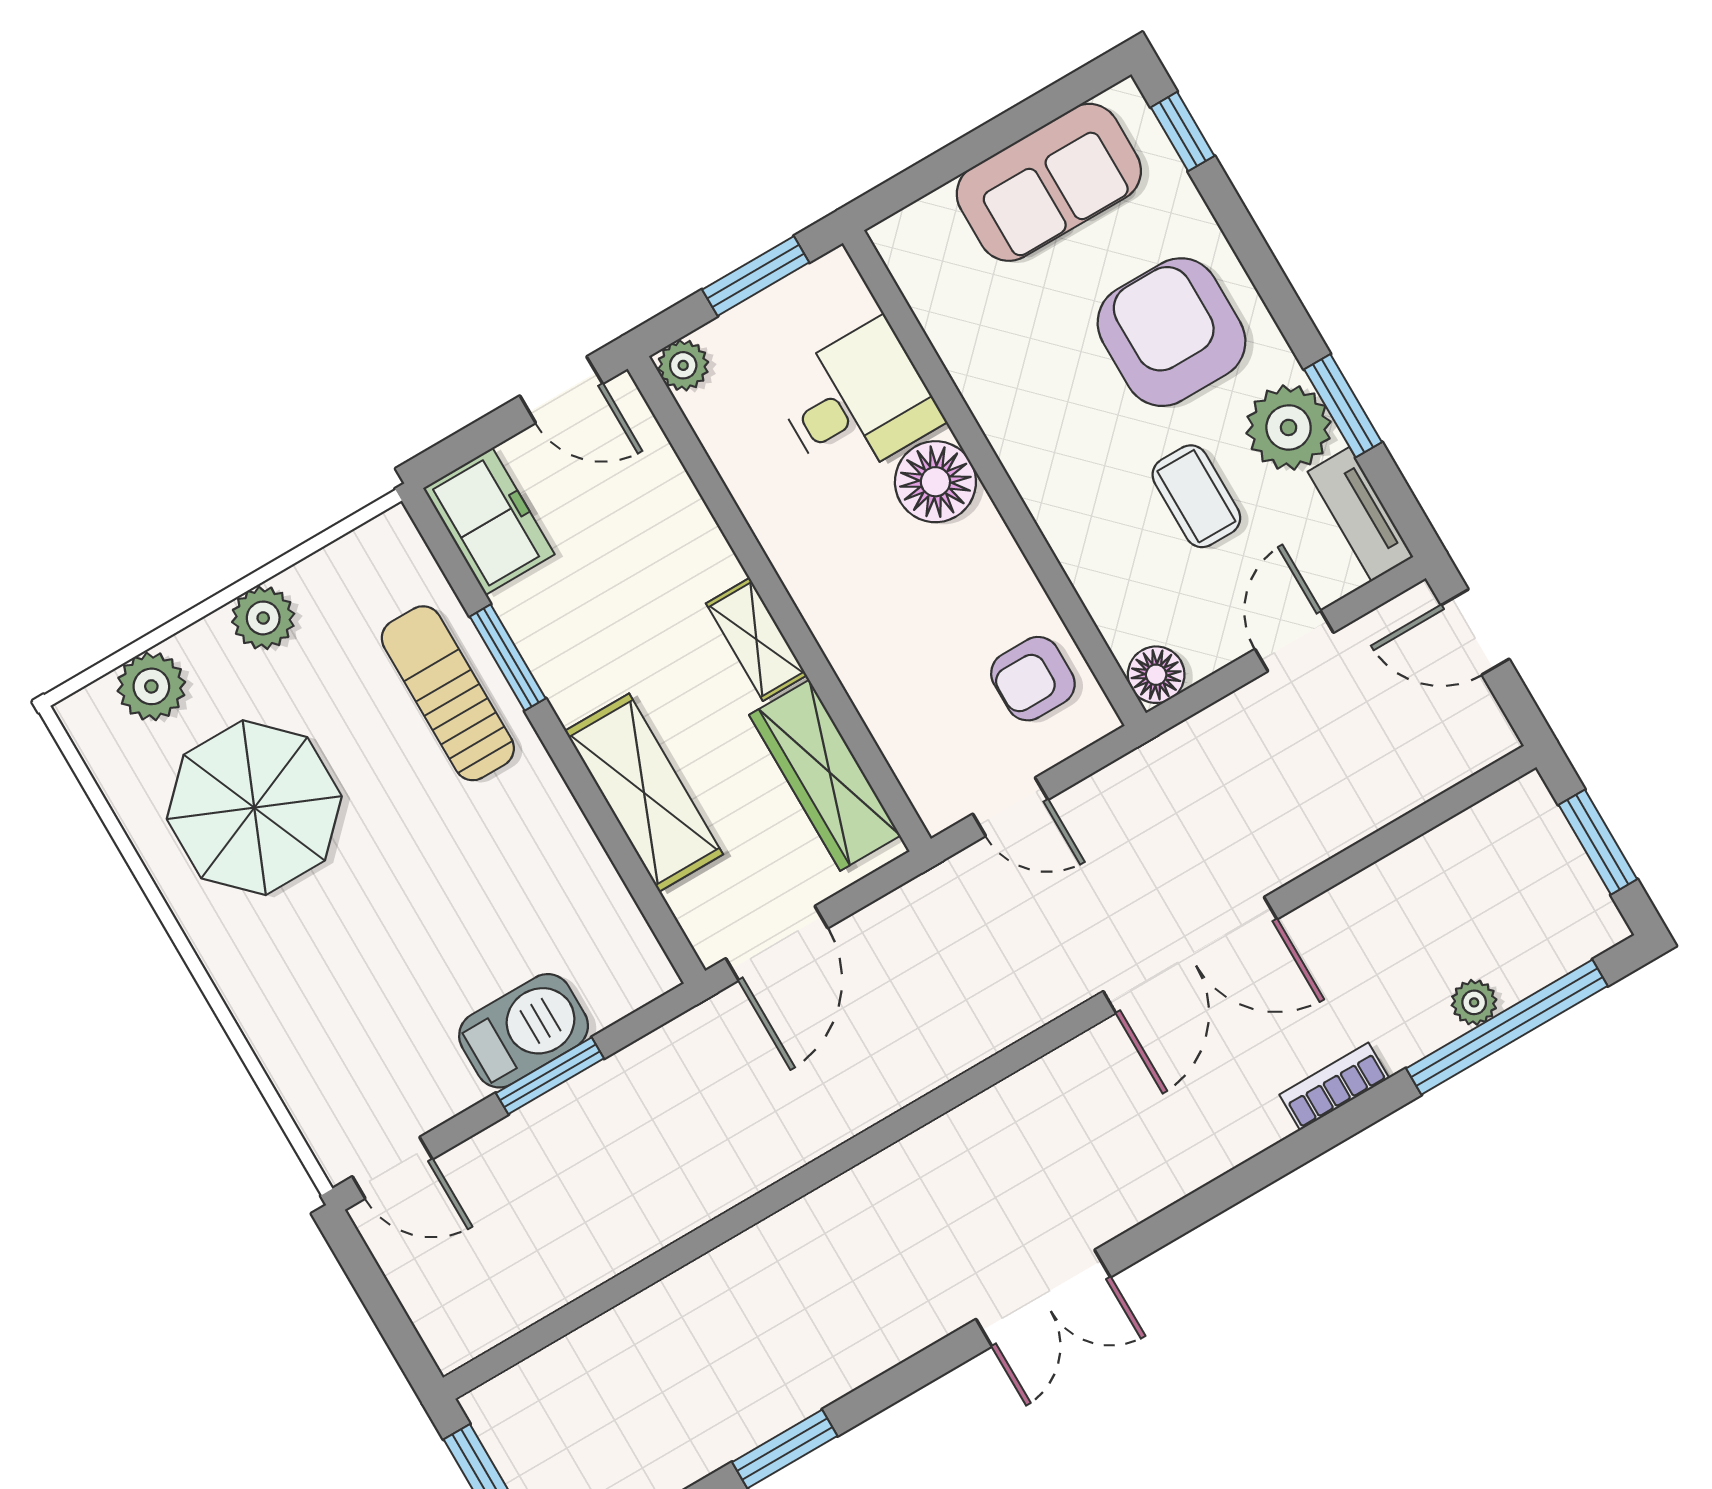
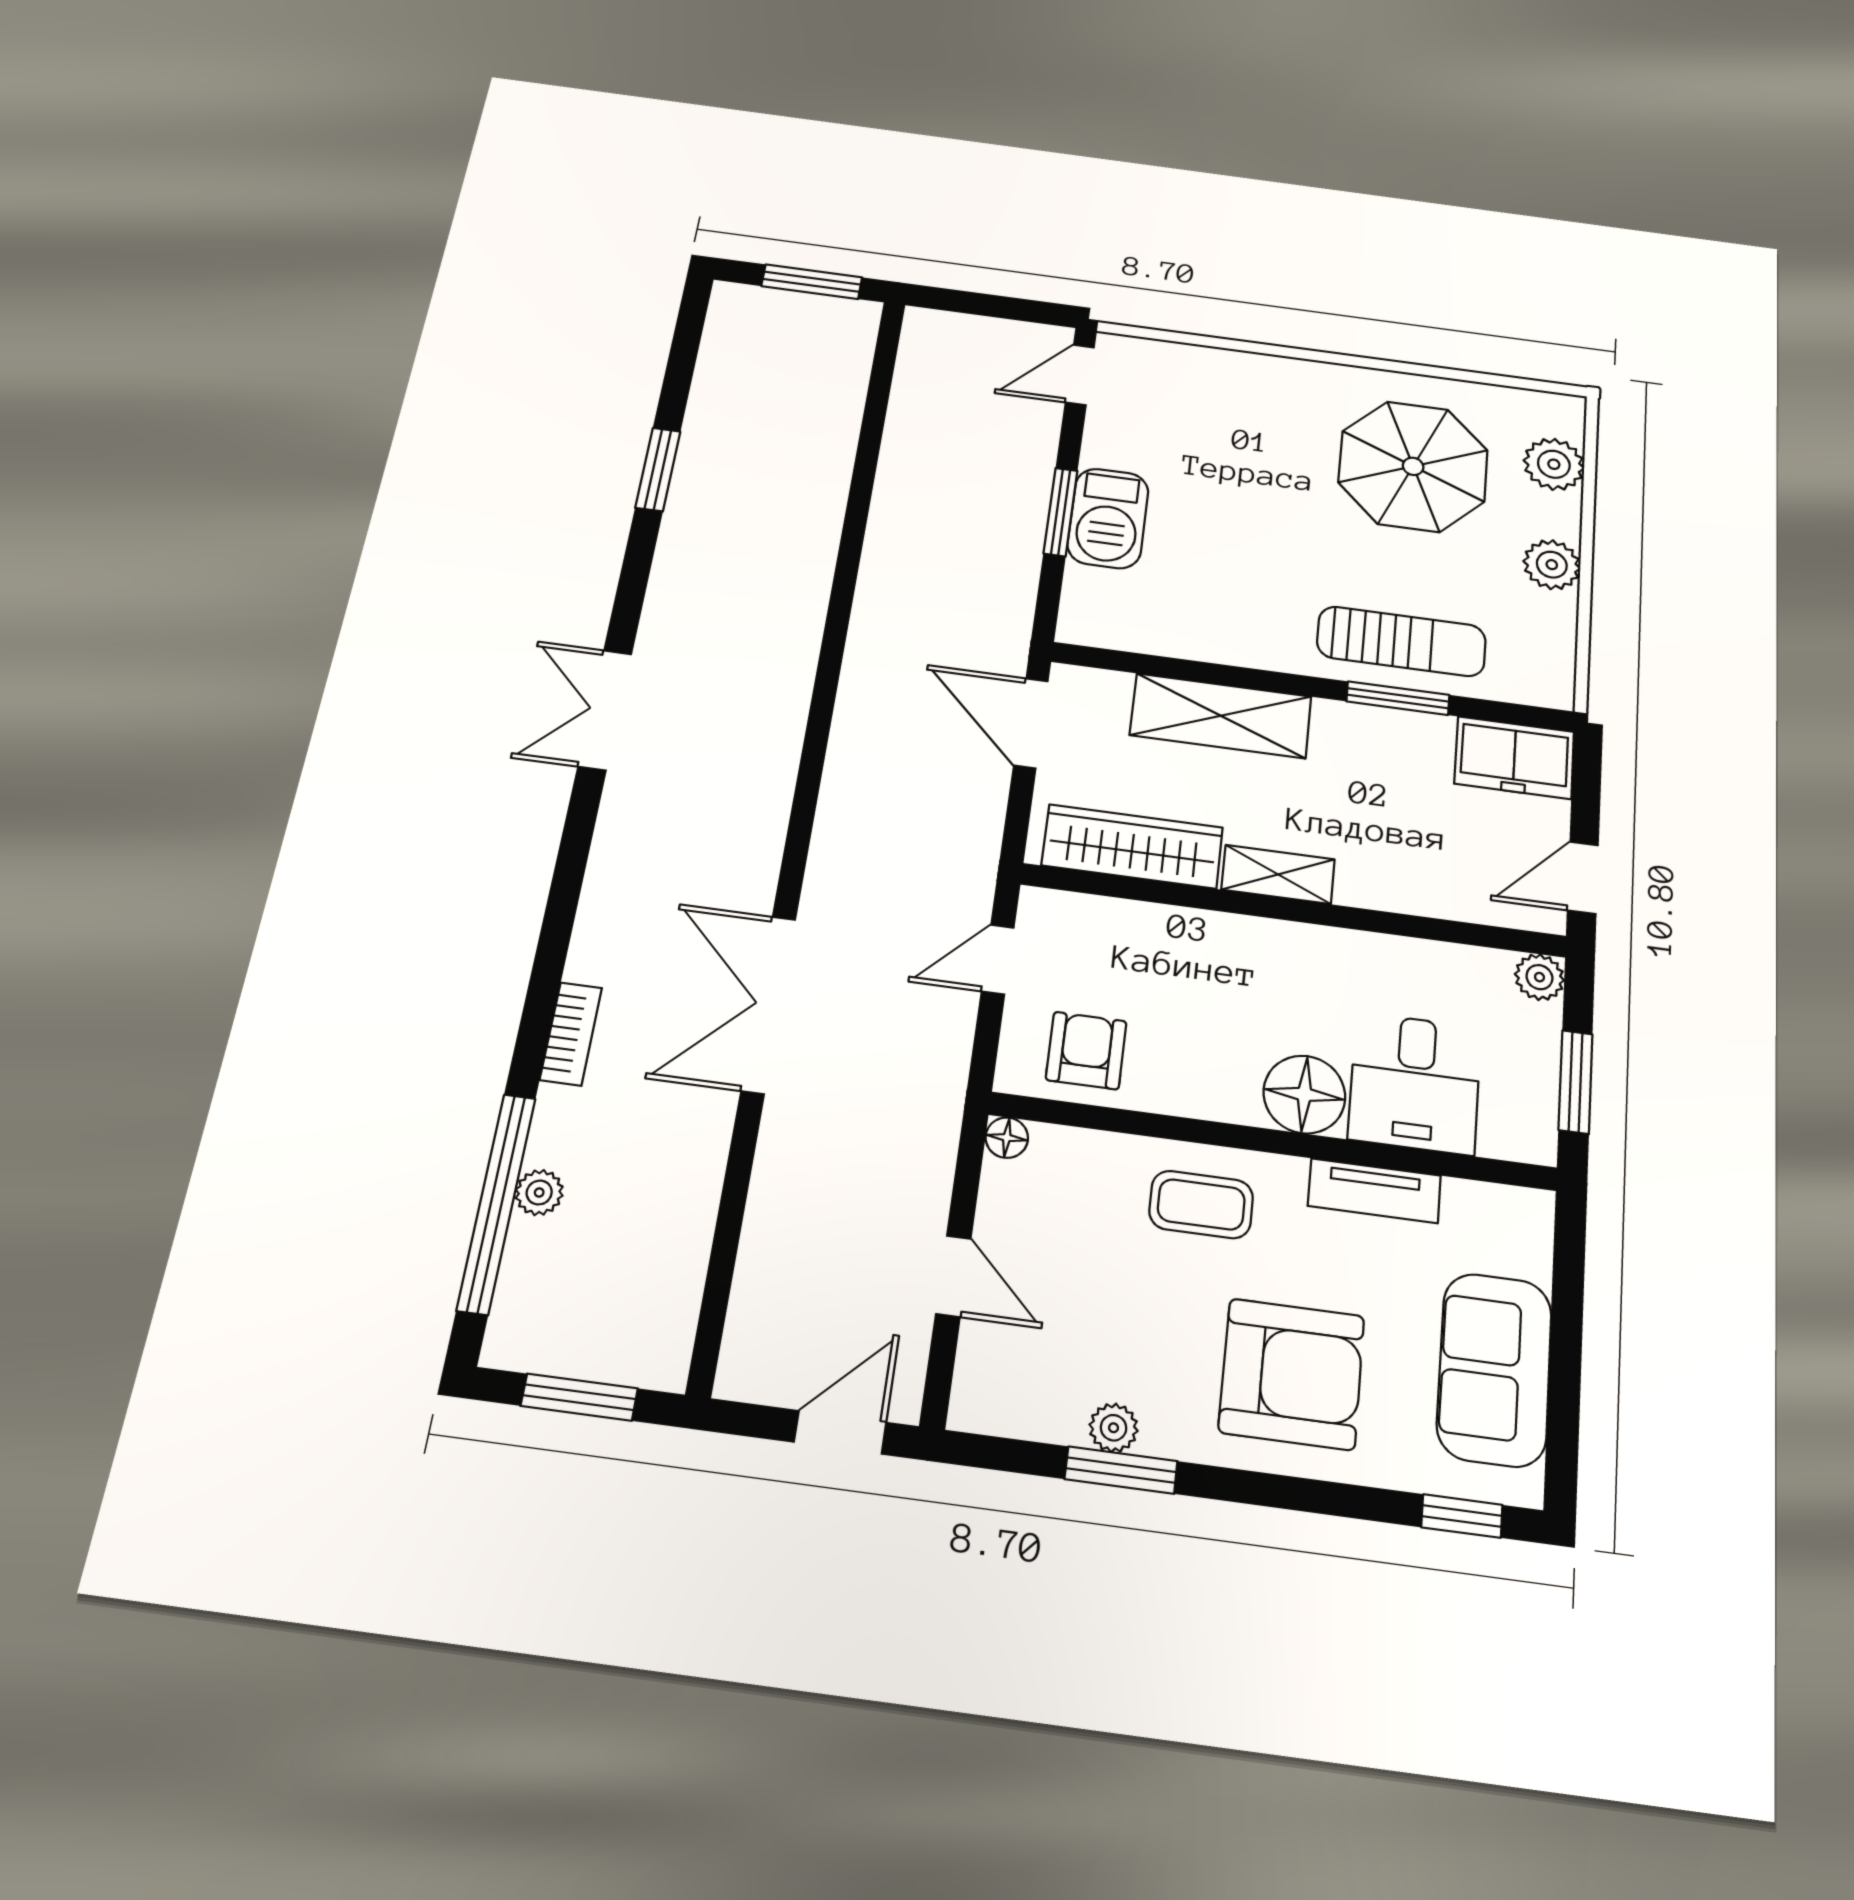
plant: (1289, 427) -> (1114, 1428), width x0.53, depth x0.53
coffee table: (1196, 496) -> (1201, 1205), moved
tv unit: (1361, 514) -> (1374, 1191), moved, turned 180
floor lamp: (1156, 675) -> (1007, 1138), width x0.73, depth x0.73

